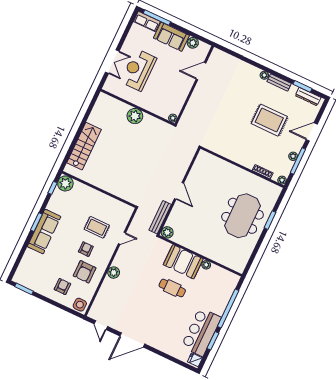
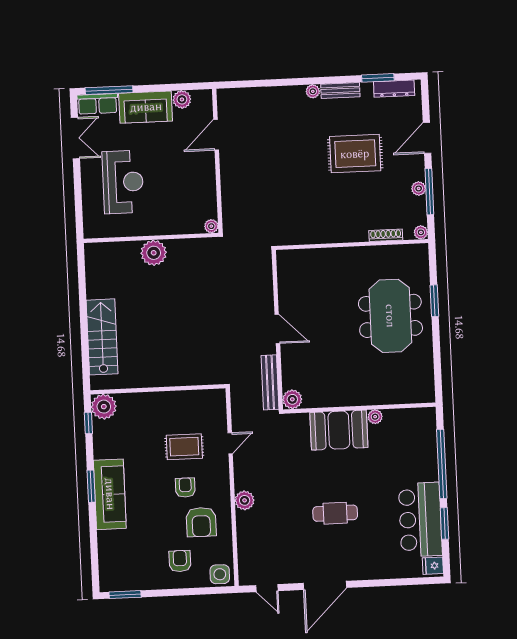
double door: (112, 62) -> (75, 138), moved
reception desk: (138, 70) -> (123, 182), turned 180
cafe table: (172, 288) -> (335, 513), moved

